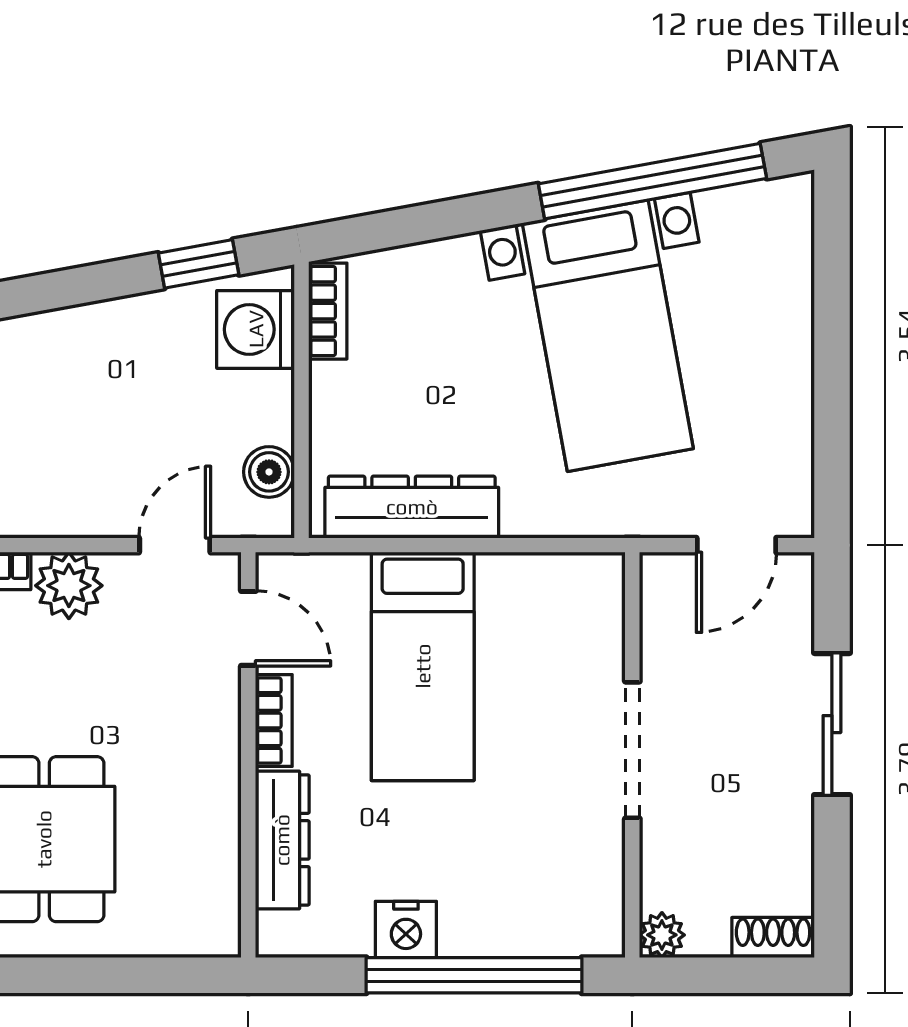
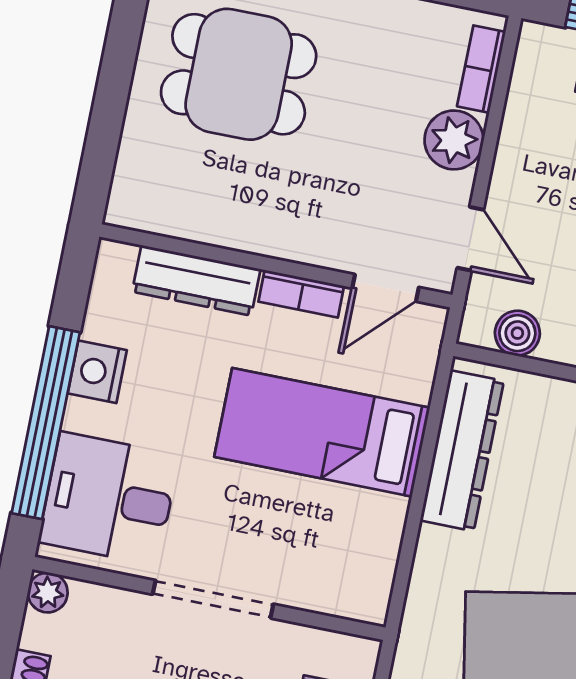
desk: (544, 888) -> (109, 499), added

